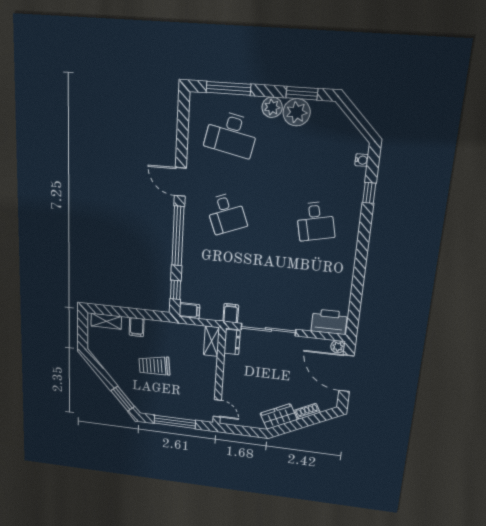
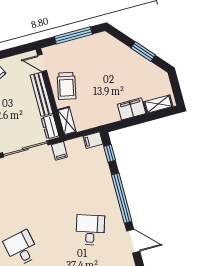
desk: (226, 213) -> (90, 230), turned 39
filing cabinet: (137, 327) -> (132, 109), width x2.00
trolley: (154, 366) -> (67, 86), moved, turned 108
bench: (229, 378) -> (41, 94), added
window: (123, 399) -> (143, 51), moved

